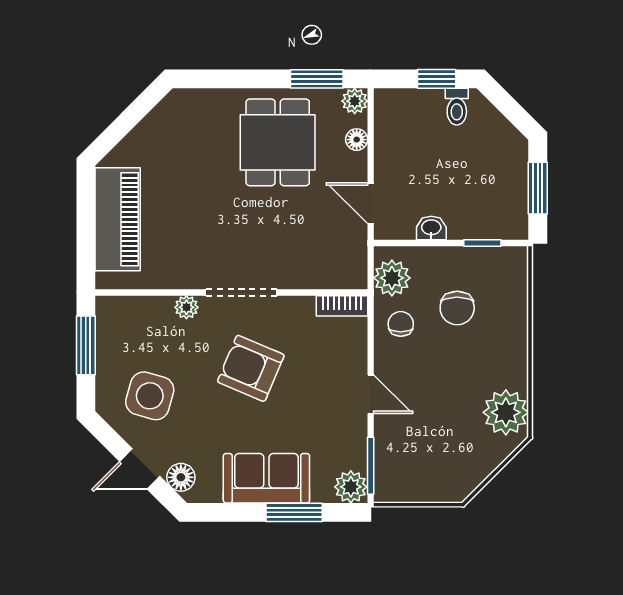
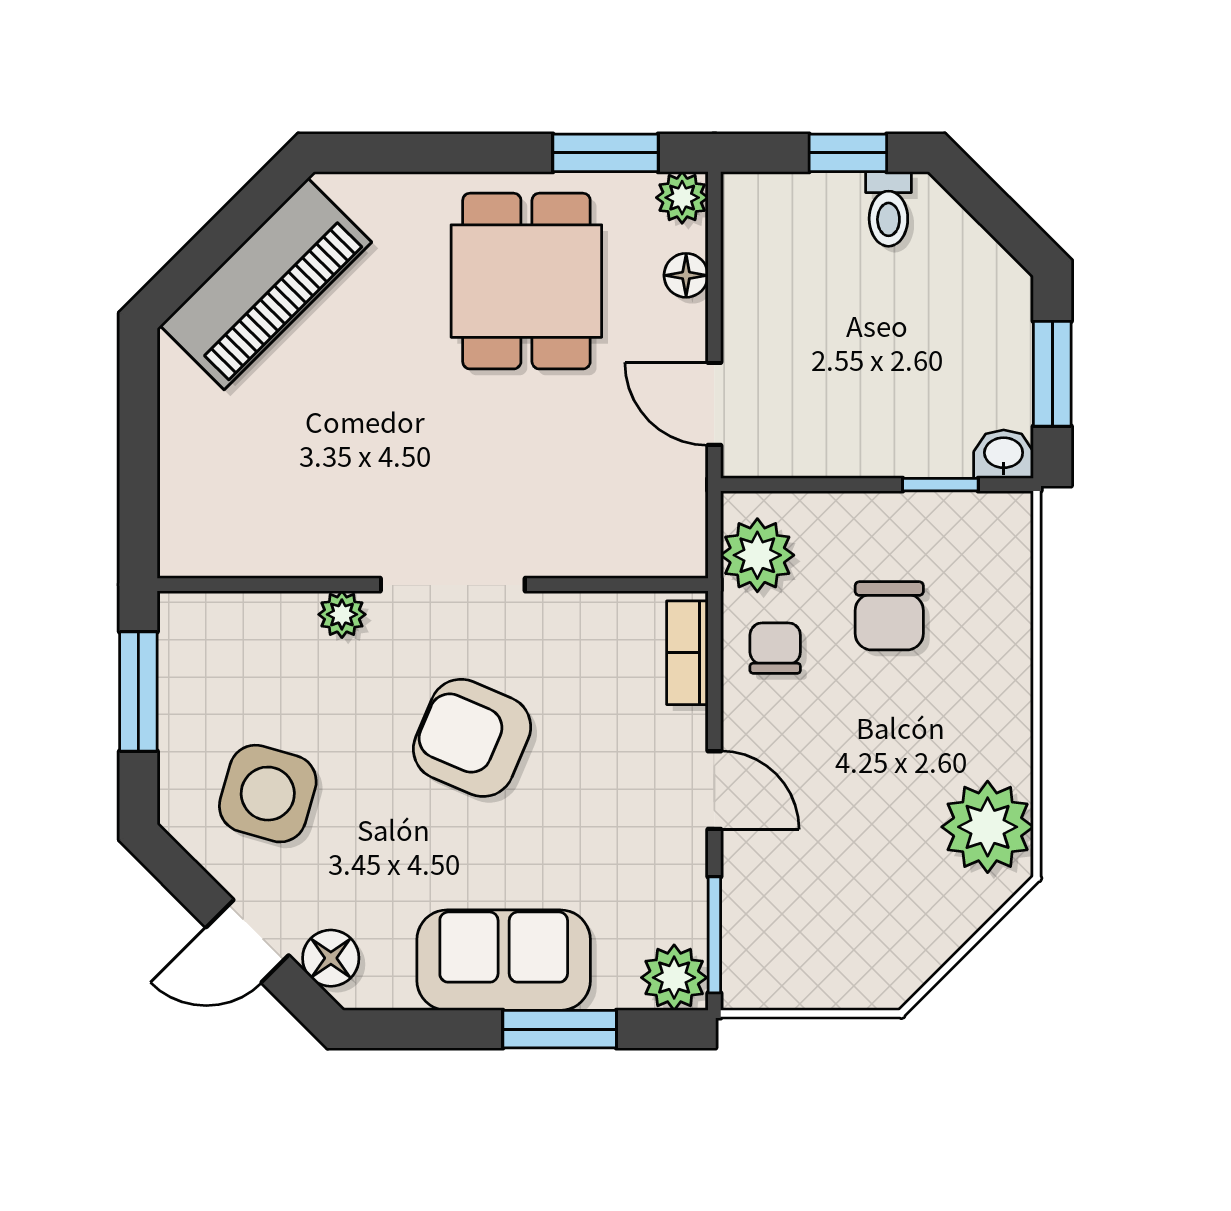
piano: (118, 219) -> (266, 284), moved, turned 45
washbasin: (431, 228) -> (1004, 454), moved
bookcase: (342, 306) -> (687, 653), moved, turned 90

